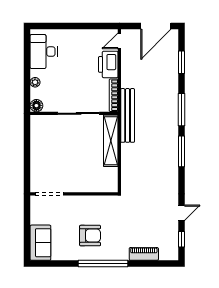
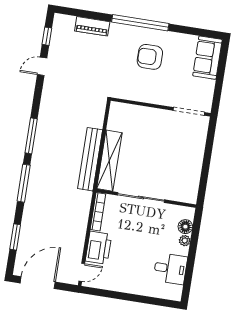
desk: (44, 52) -> (170, 269), width x0.73
floor lamp: (36, 106) -> (185, 227), moved
bench: (128, 115) -> (90, 159), moved

